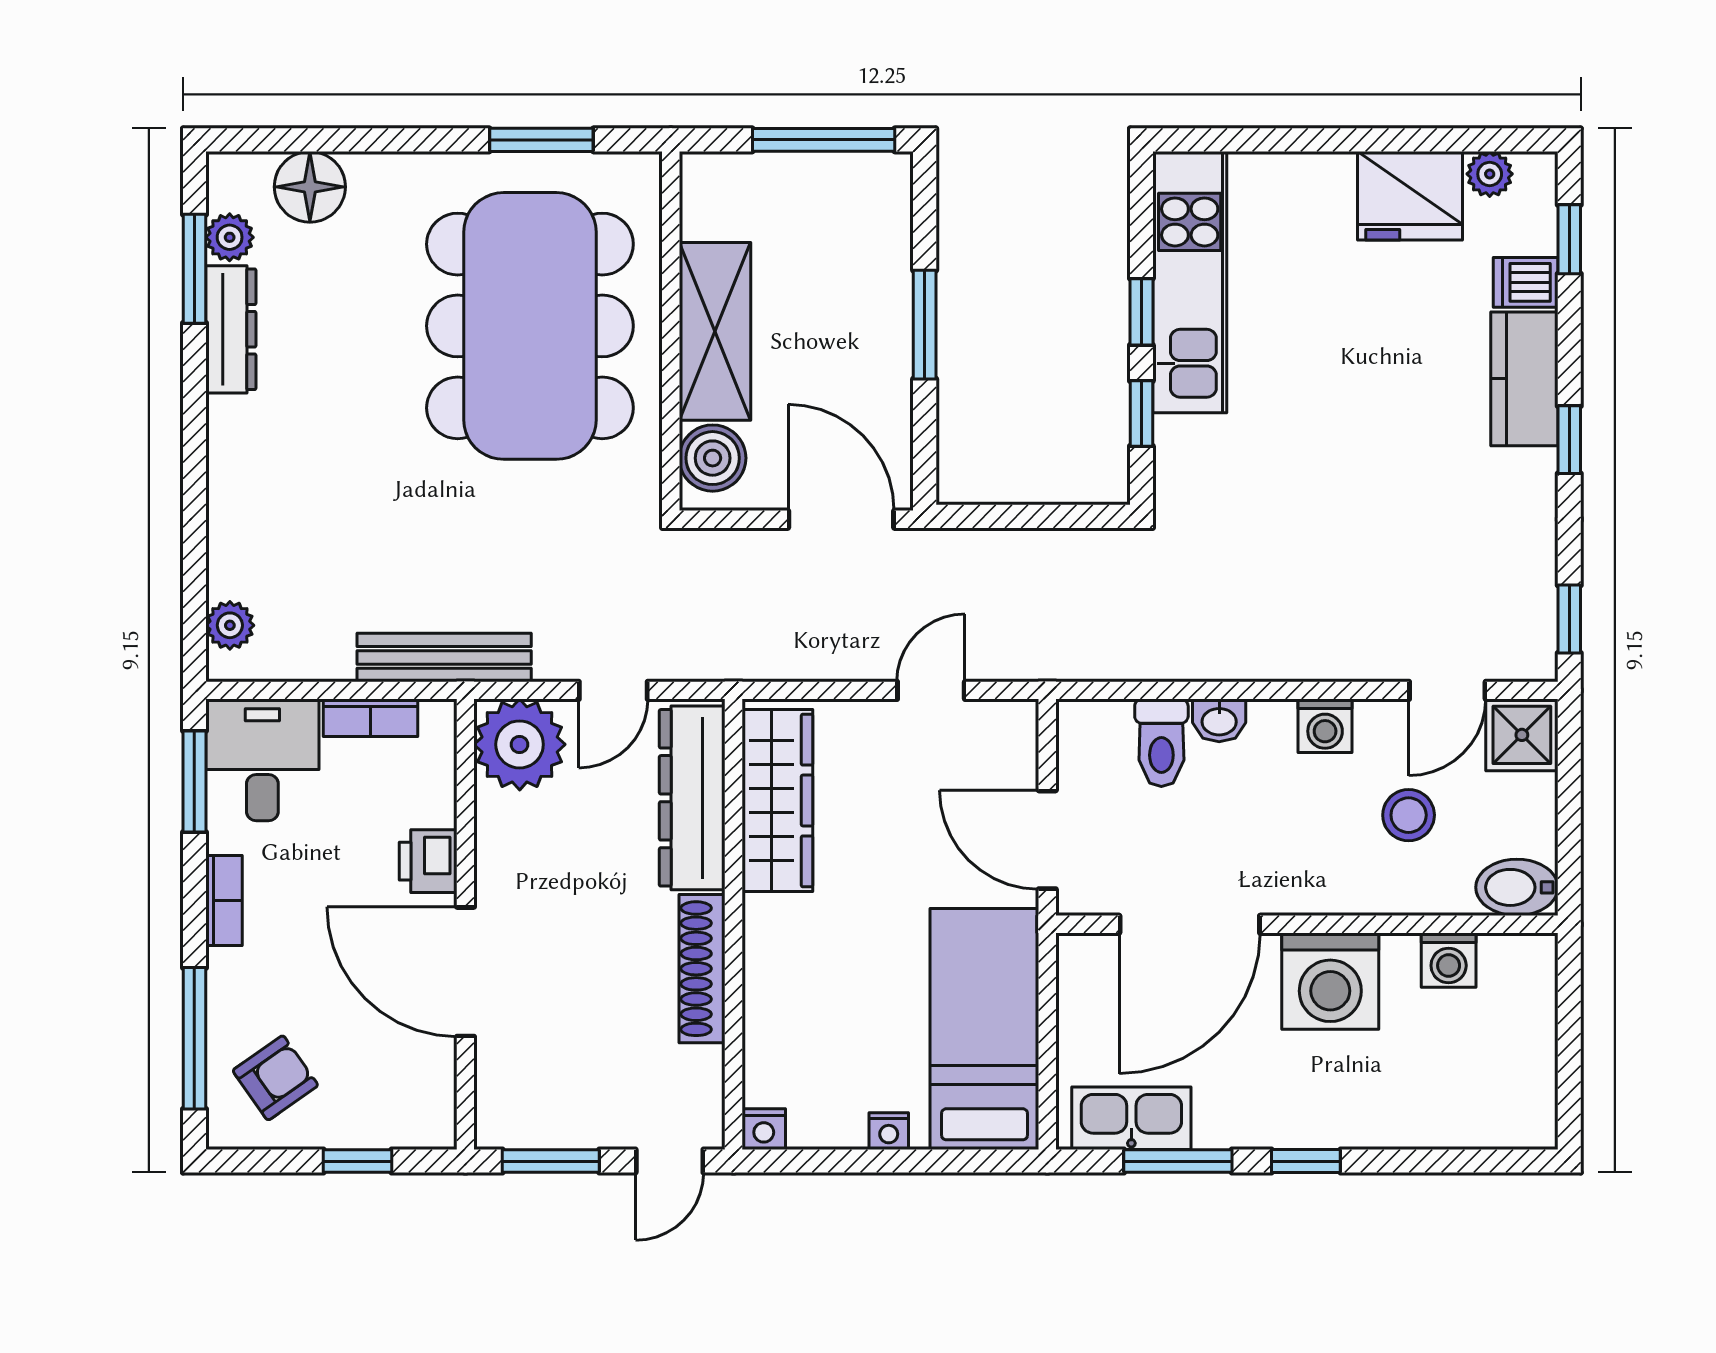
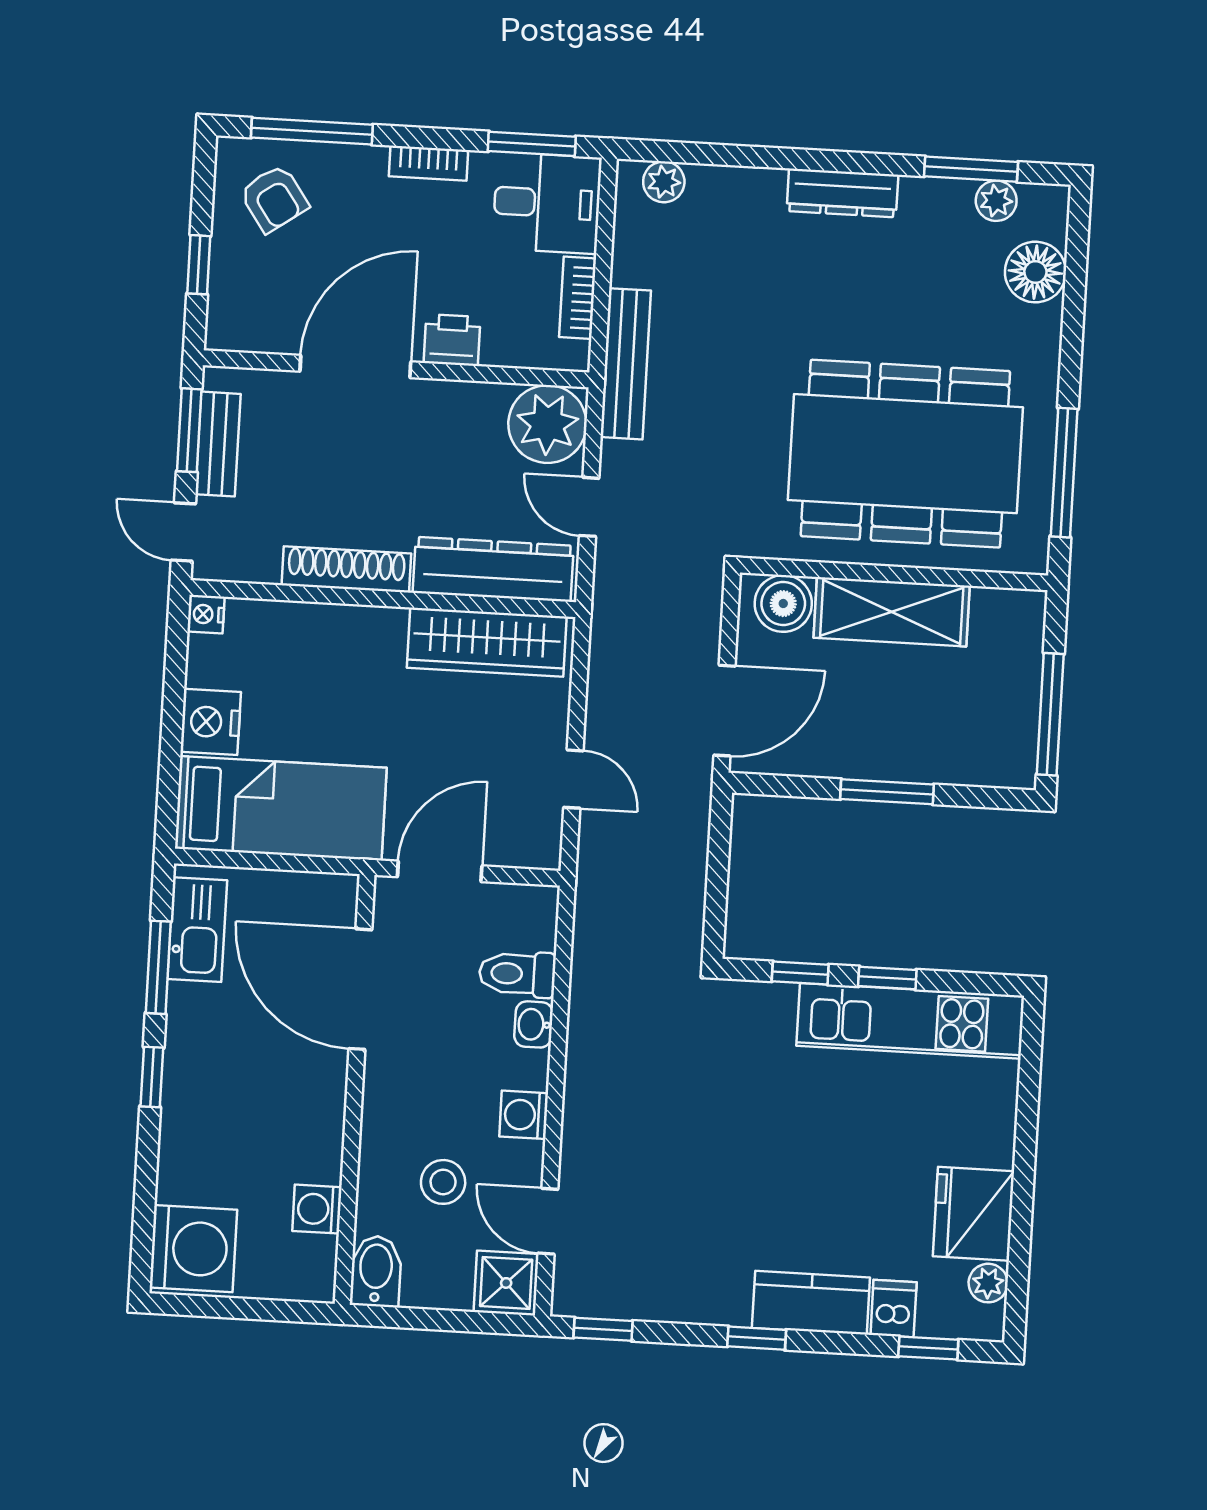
window: (541, 140) -> (1064, 473), width x1.44
dresser: (231, 329) -> (842, 193), moved
washing machine: (1330, 981) -> (193, 1249), moved, turned 180
bench: (565, 1127) -> (218, 444), added
nightstand: (889, 1131) -> (211, 722), width x1.89, depth x1.79

